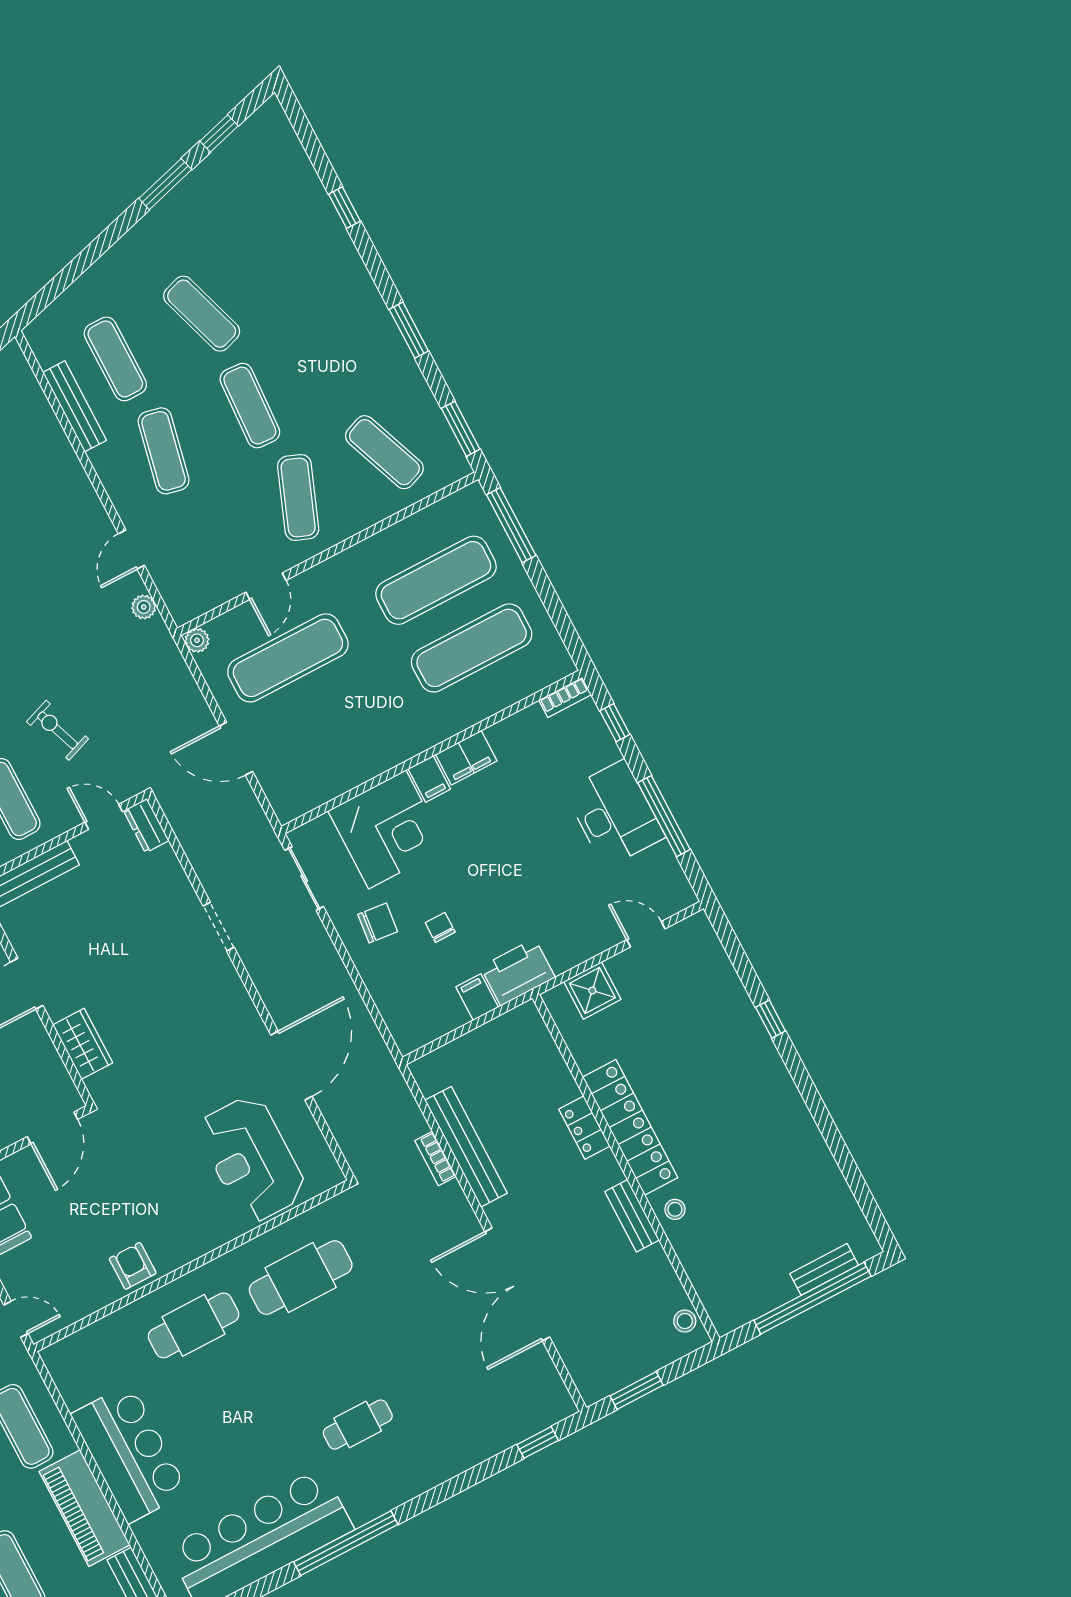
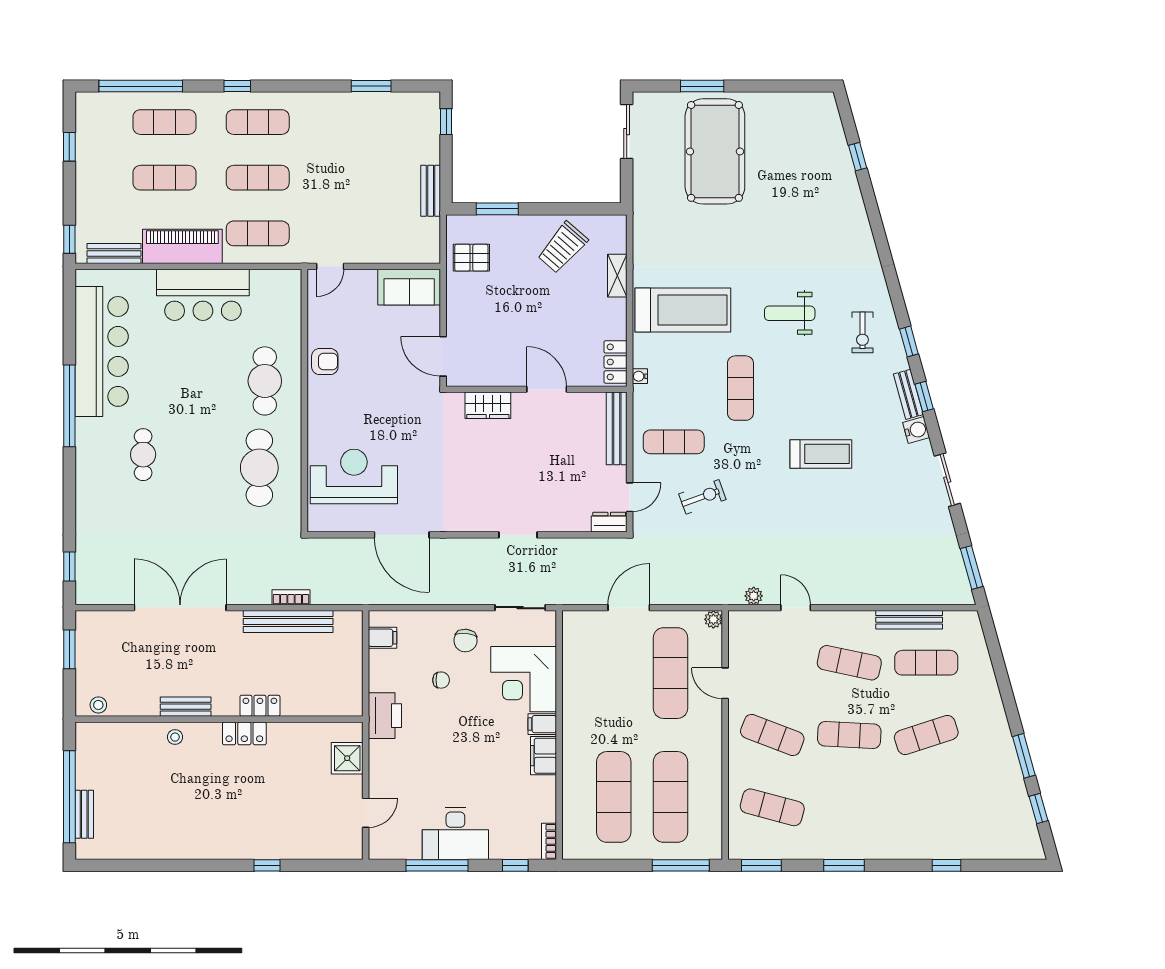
exercise mat: (384, 452) -> (772, 807), turned 36
filing cabinet: (477, 997) -> (383, 638), moved
locker: (630, 1127) -> (244, 733), width x0.46, depth x0.83

